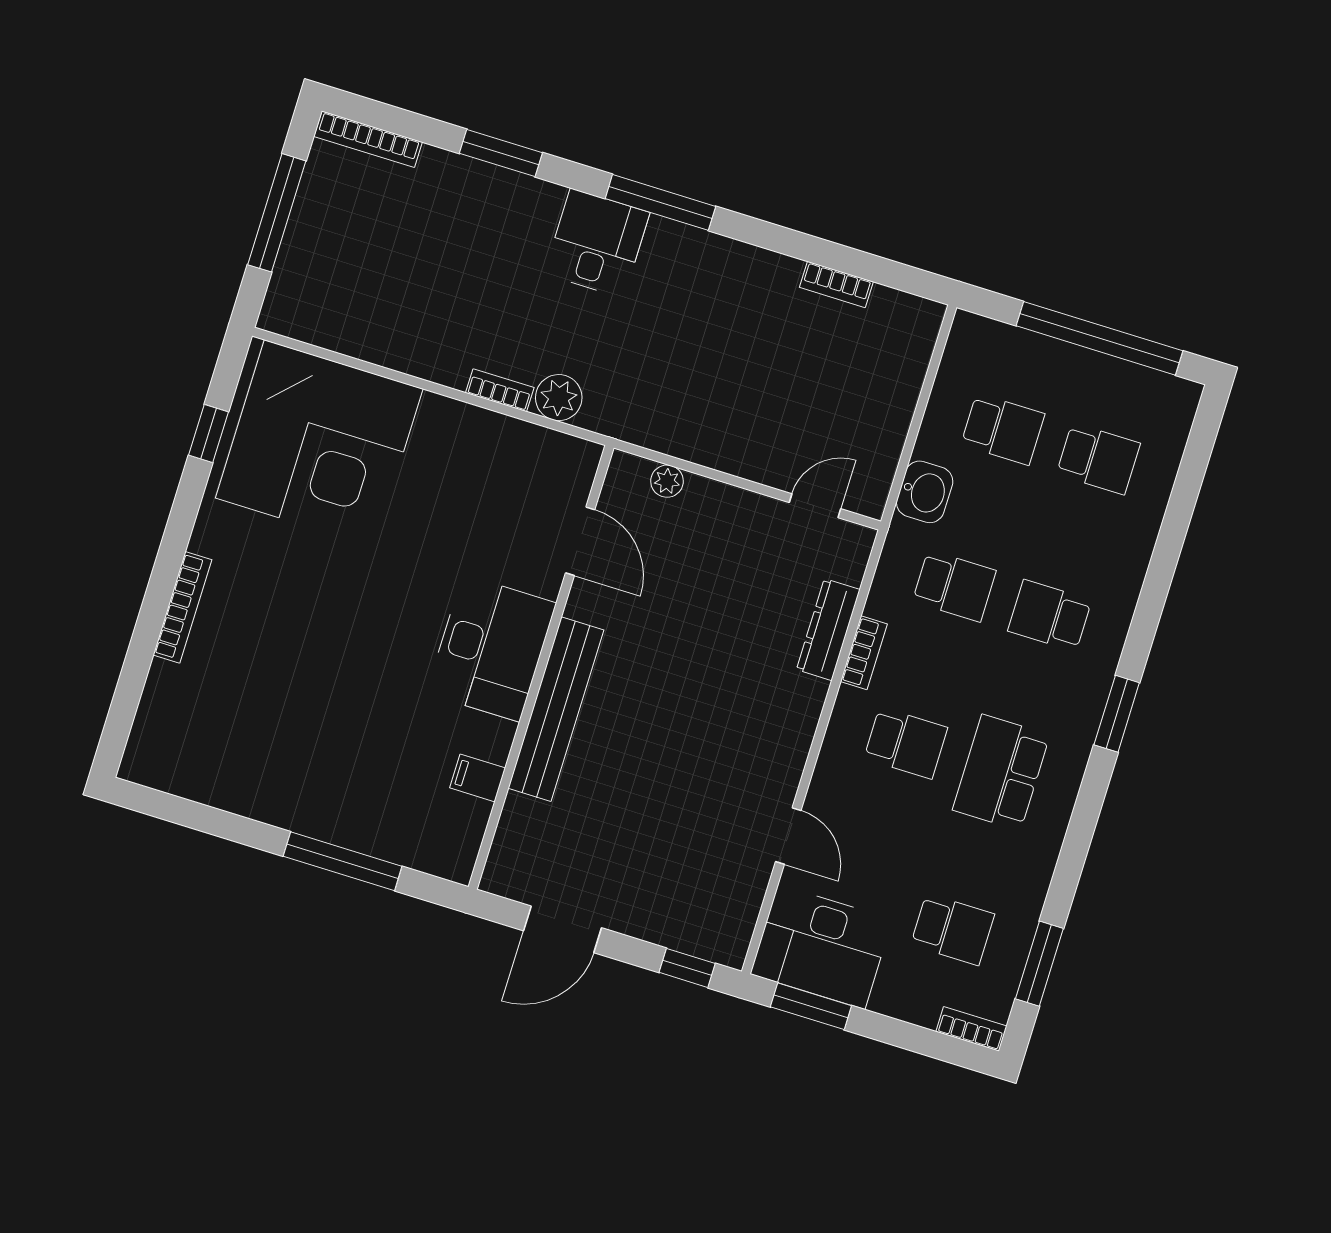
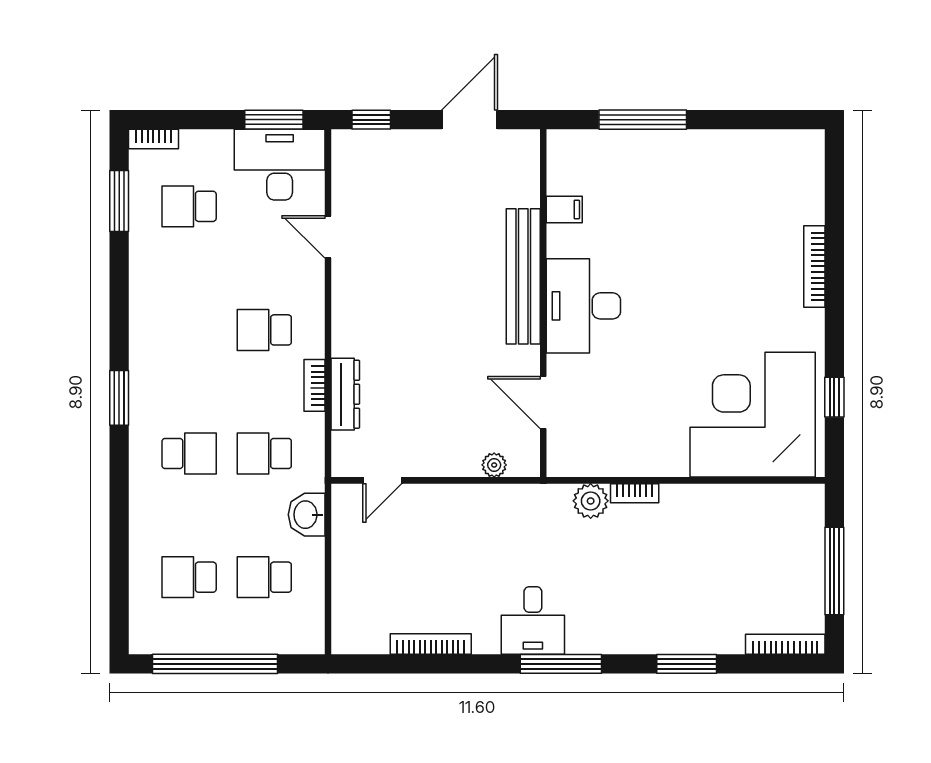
desk: (597, 243) -> (533, 621), moved
bookcase: (836, 284) -> (431, 644), width x1.56
school desk: (1001, 772) -> (189, 330), removed

